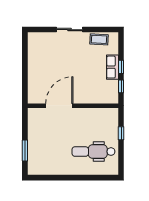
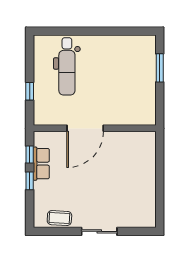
row of seats: (112, 67) -> (41, 164), moved
door: (59, 106) -> (85, 128), moved
dental chair: (93, 152) -> (67, 66), turned 90

